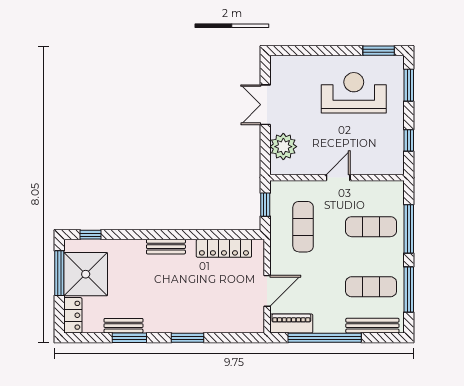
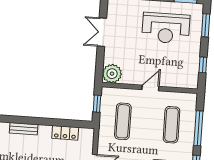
reception desk: (354, 93) -> (166, 28), turned 180
plant: (283, 147) -> (112, 74), moved
exercise mat: (371, 227) -> (172, 125), turned 90
locker: (224, 248) -> (65, 133), width x0.66

